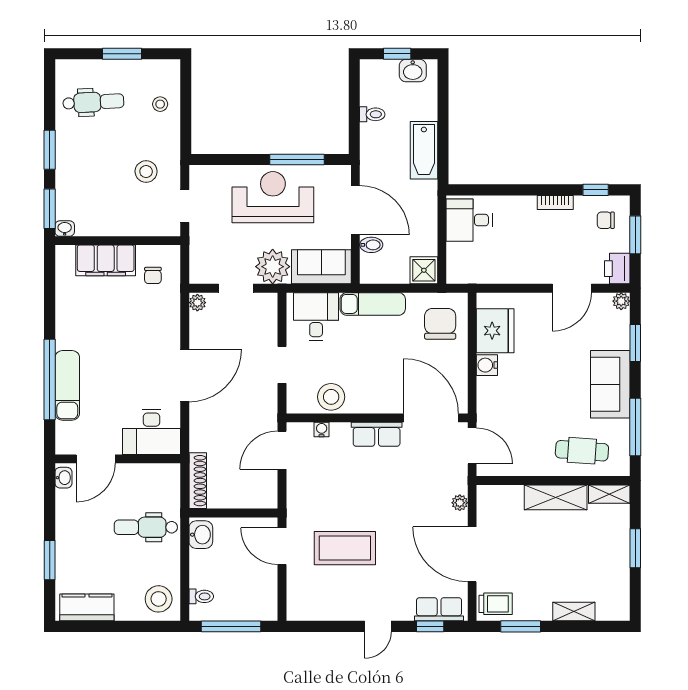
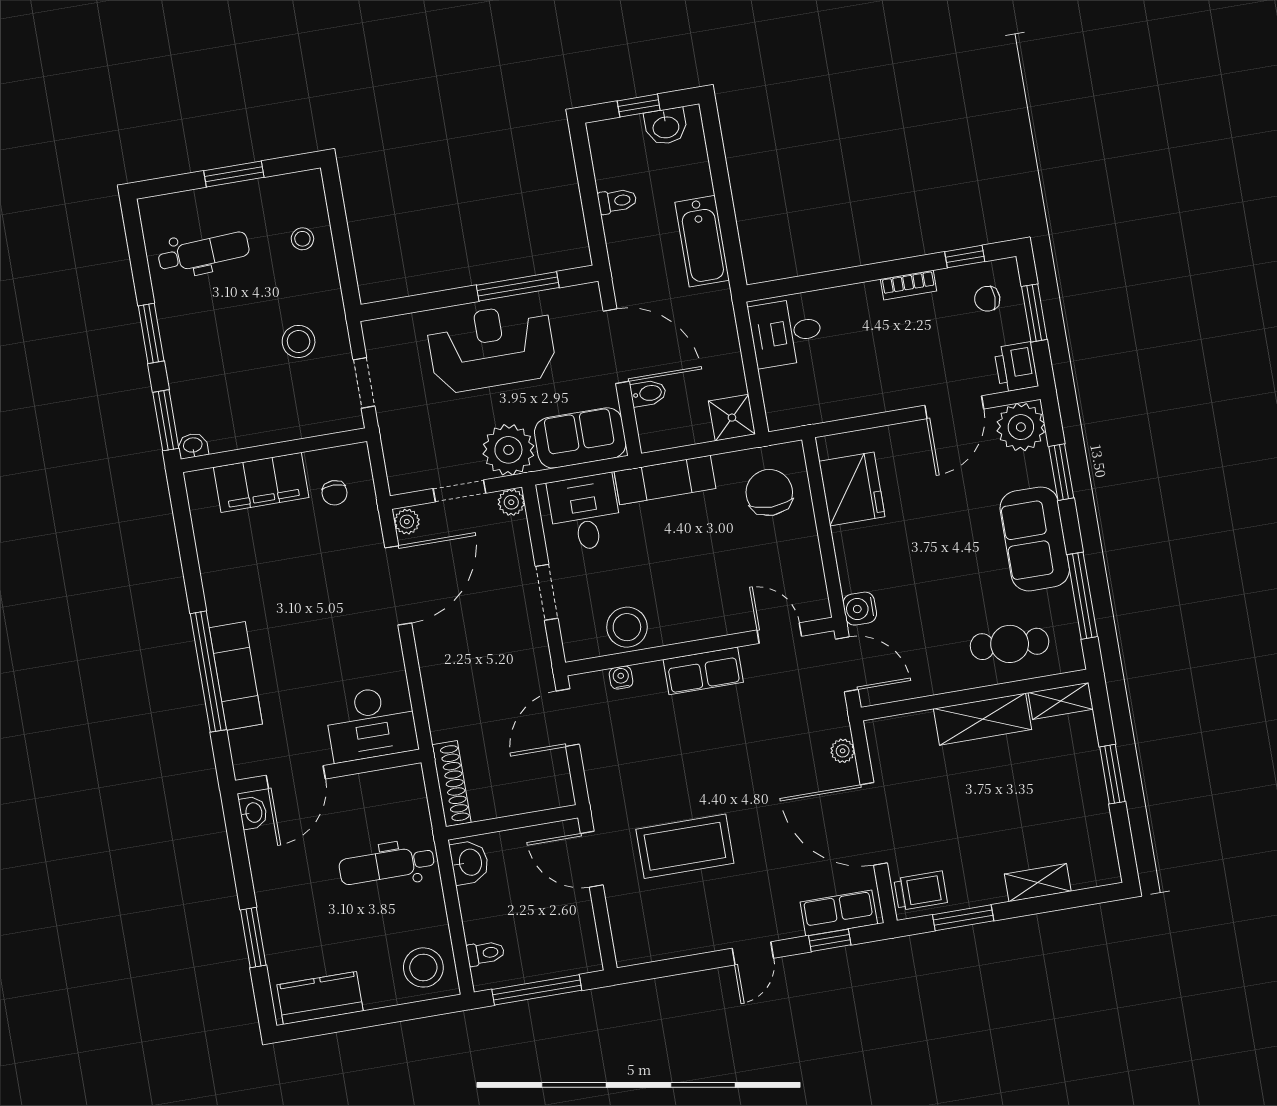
plant: (269, 301) -> (511, 502), added
plant: (621, 301) -> (1021, 427), width x1.87, depth x1.87
water cooler: (487, 365) -> (860, 609), moved
door: (185, 375) -> (398, 585), moved
door: (431, 418) -> (779, 633), width x0.53

